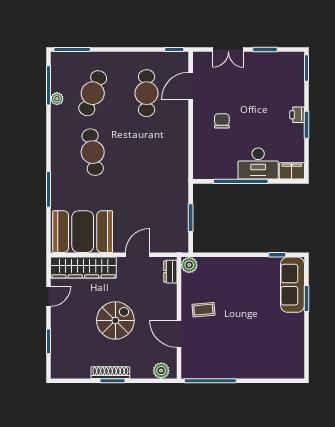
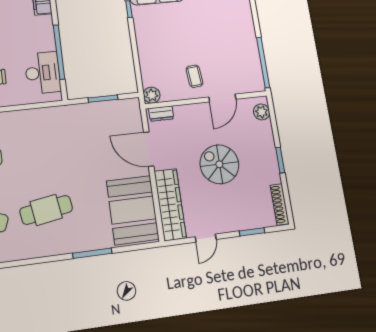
desk: (258, 164) -> (43, 73), moved
door: (138, 255) -> (149, 149), width x1.36
door: (49, 296) -> (206, 238), swing flipped
shoe rack: (110, 373) -> (280, 204), moved

